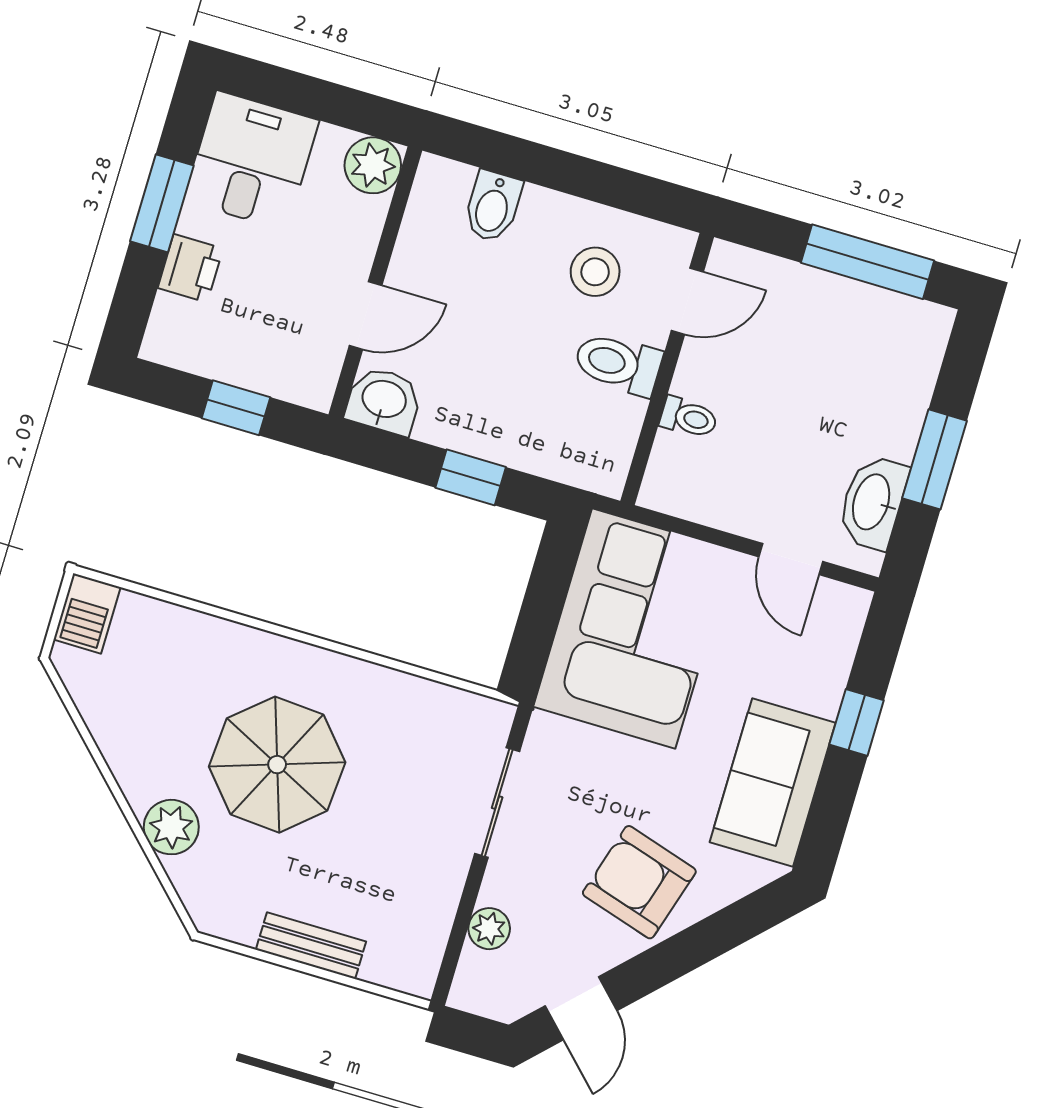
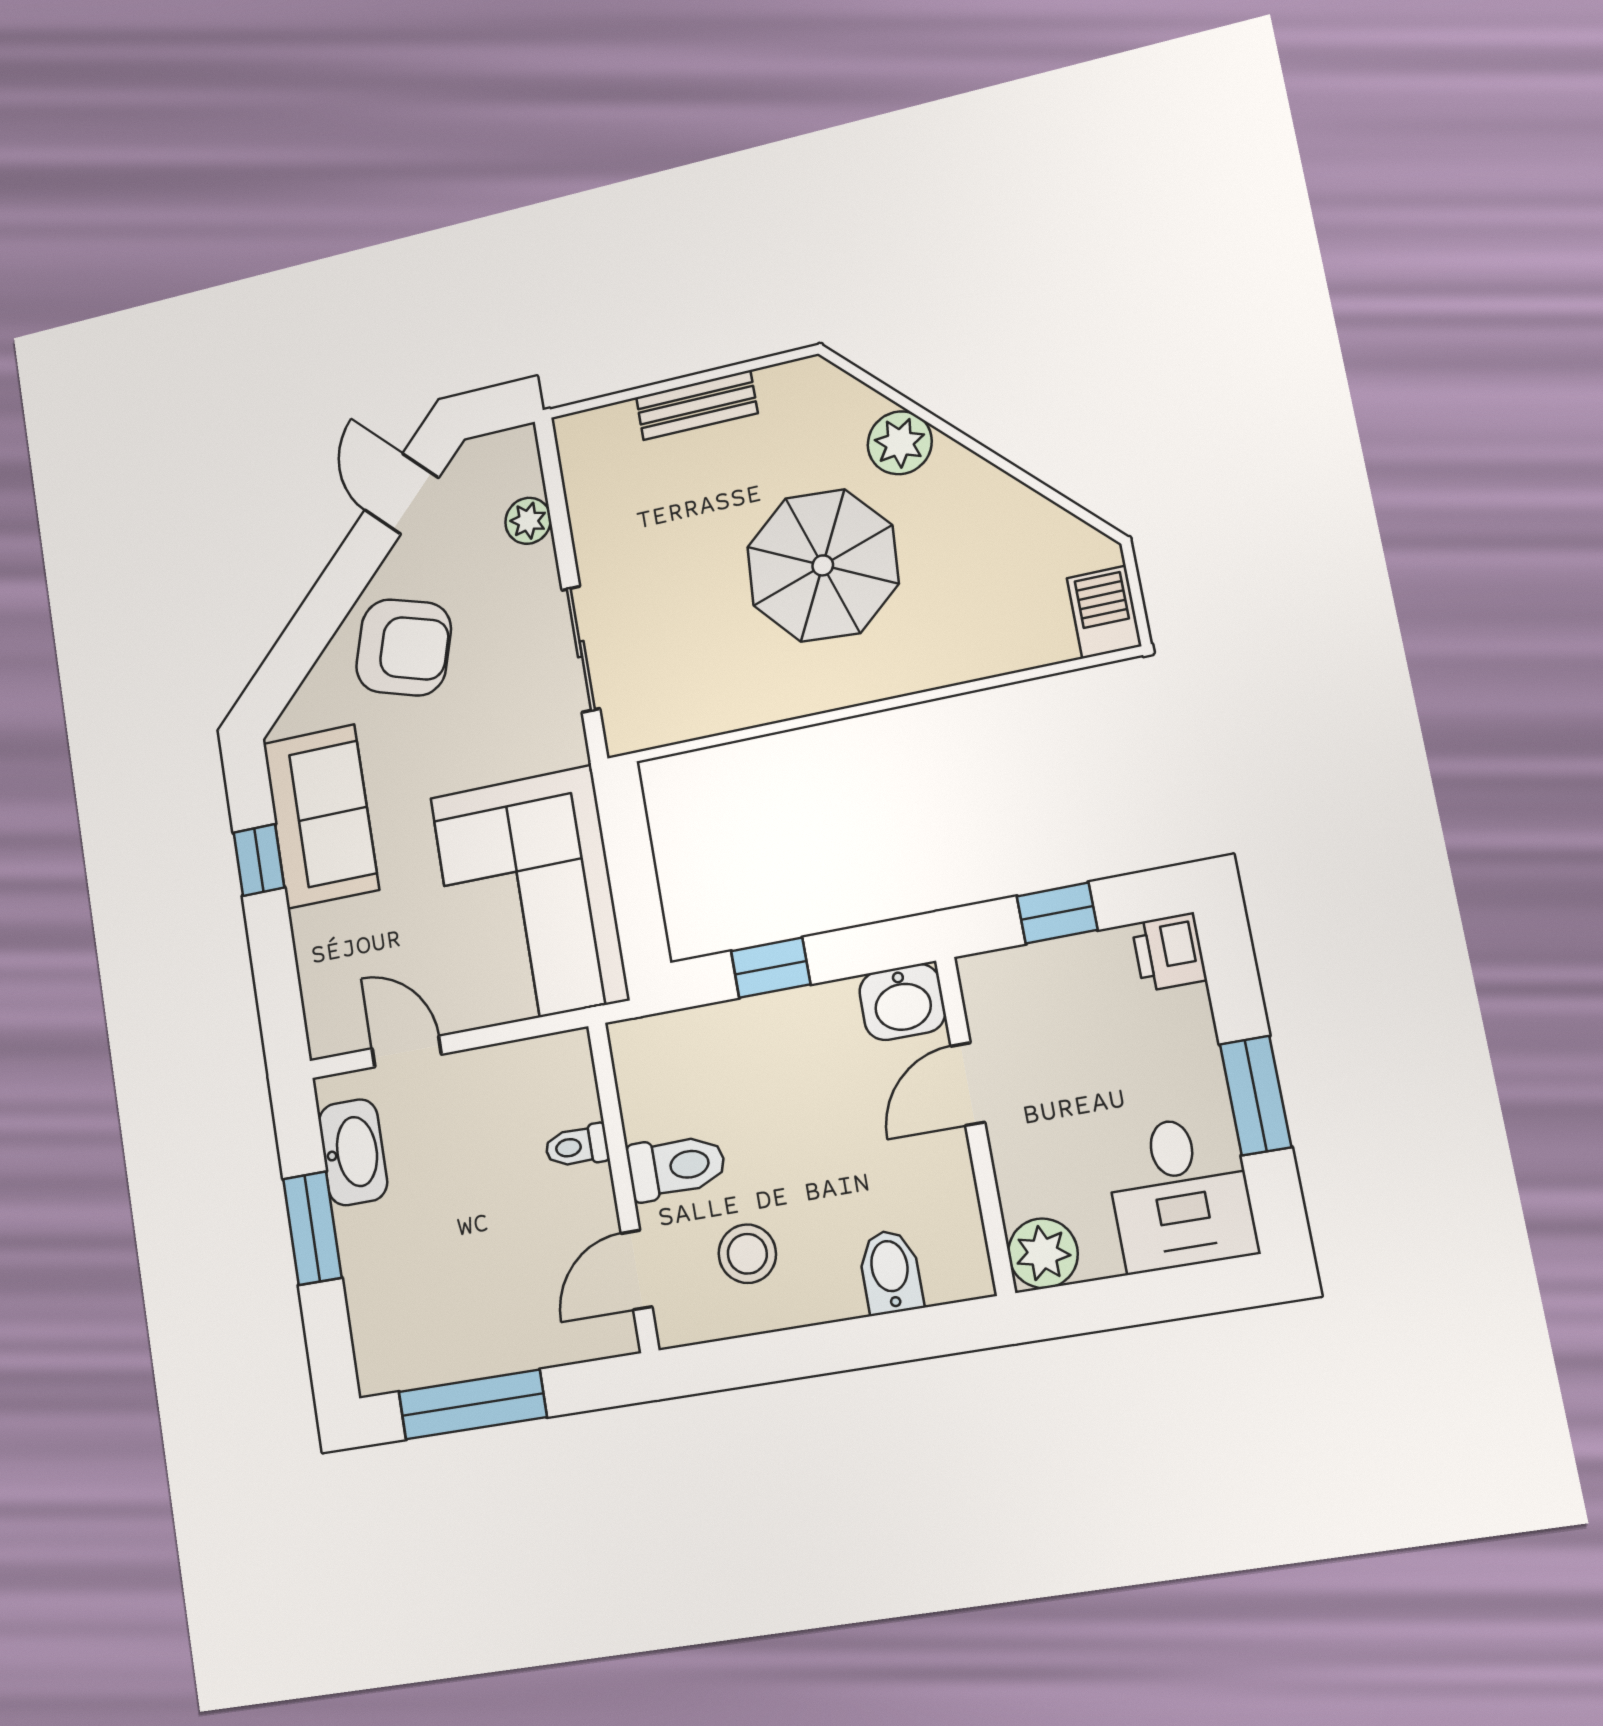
printer: (190, 268) -> (1169, 952), moved
window: (857, 722) -> (259, 860), moved

